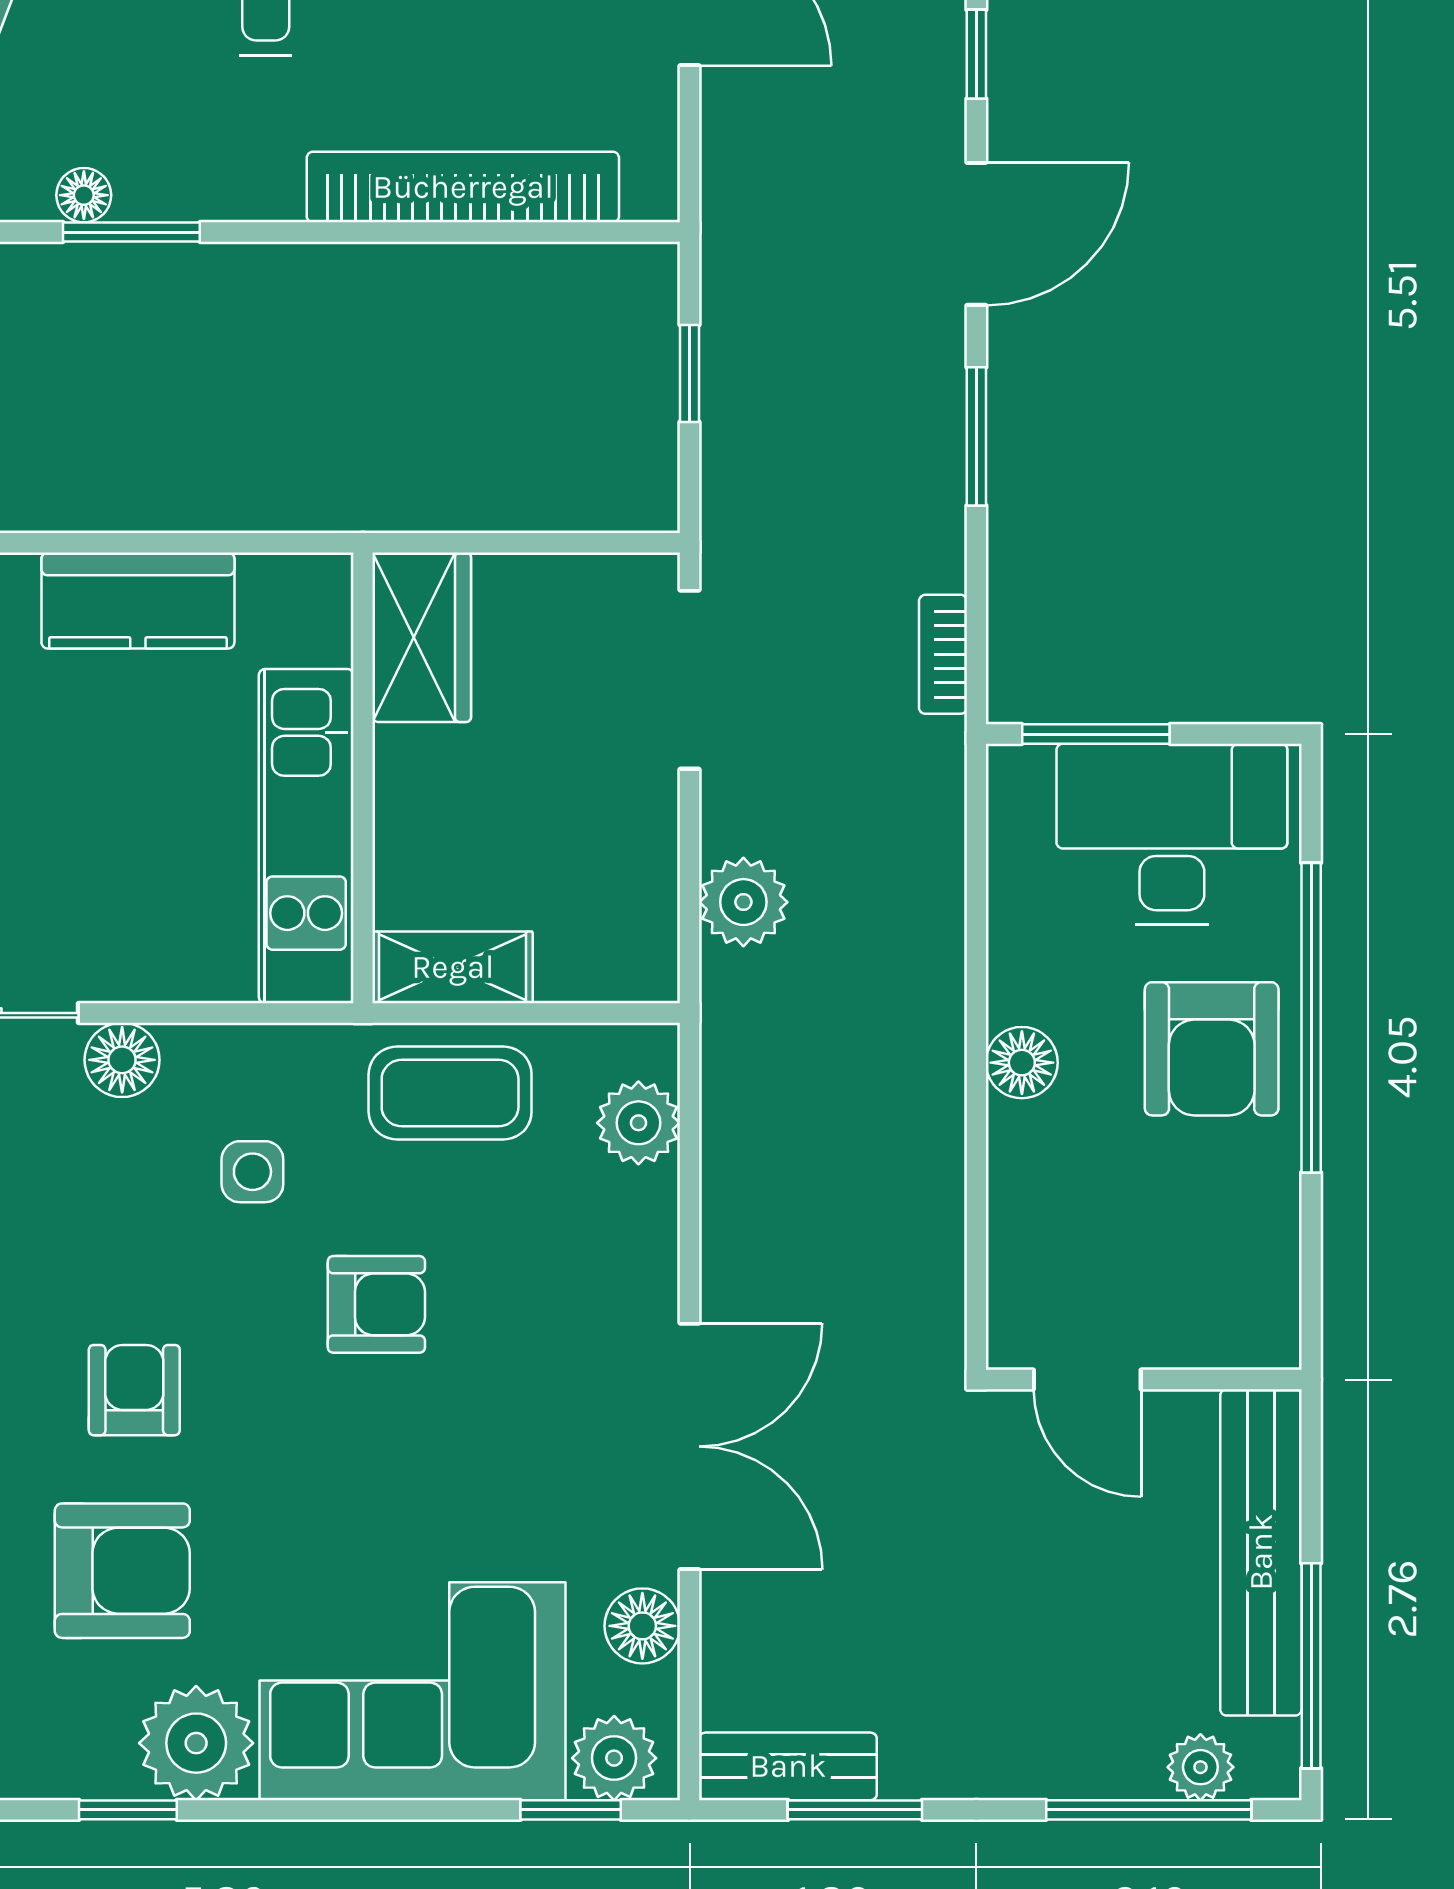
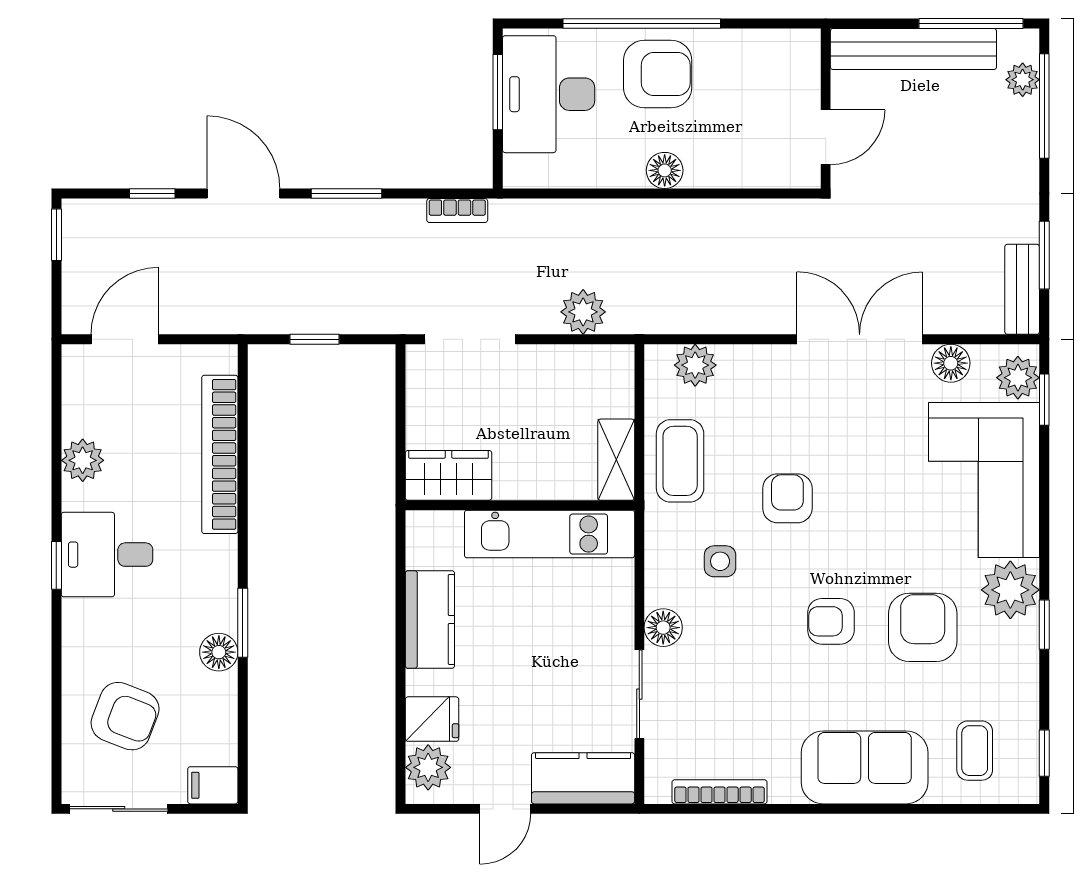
floor lamp: (84, 195) -> (219, 652), width x1.37, depth x1.37
window: (1096, 734) -> (498, 92), moved

